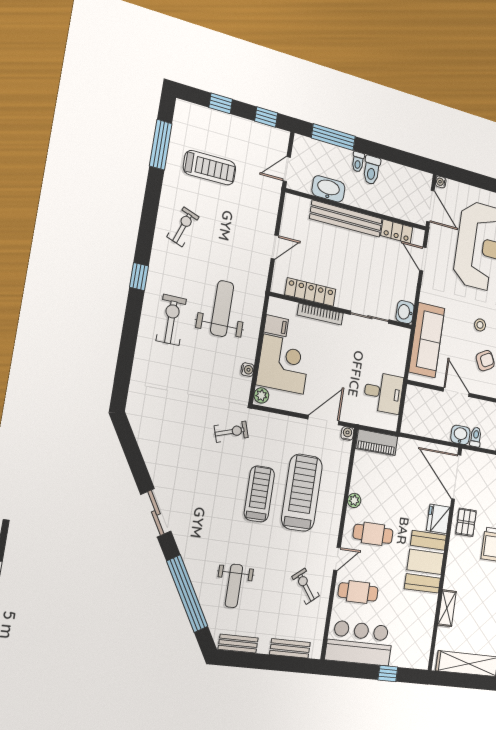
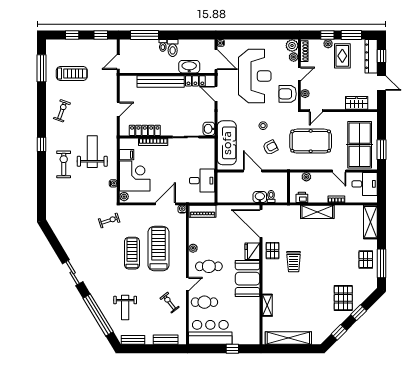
washbasin: (328, 189) -> (189, 67), moved

